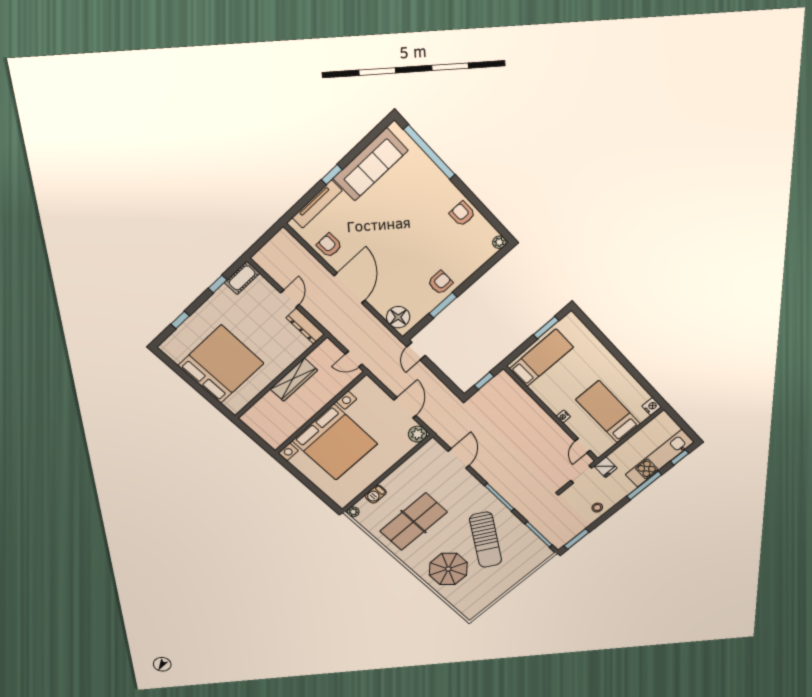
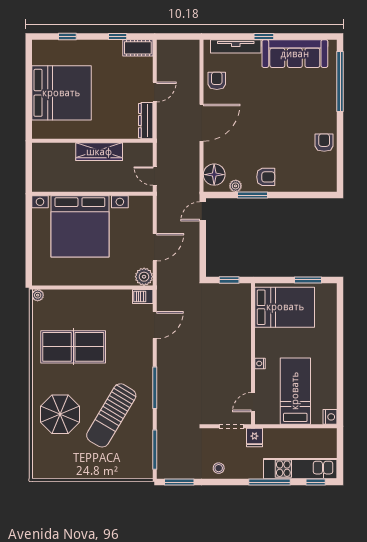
plant: (499, 242) -> (236, 186), moved
bed: (541, 358) -> (285, 307), width x1.50
barbecue: (376, 494) -> (143, 296), moved

